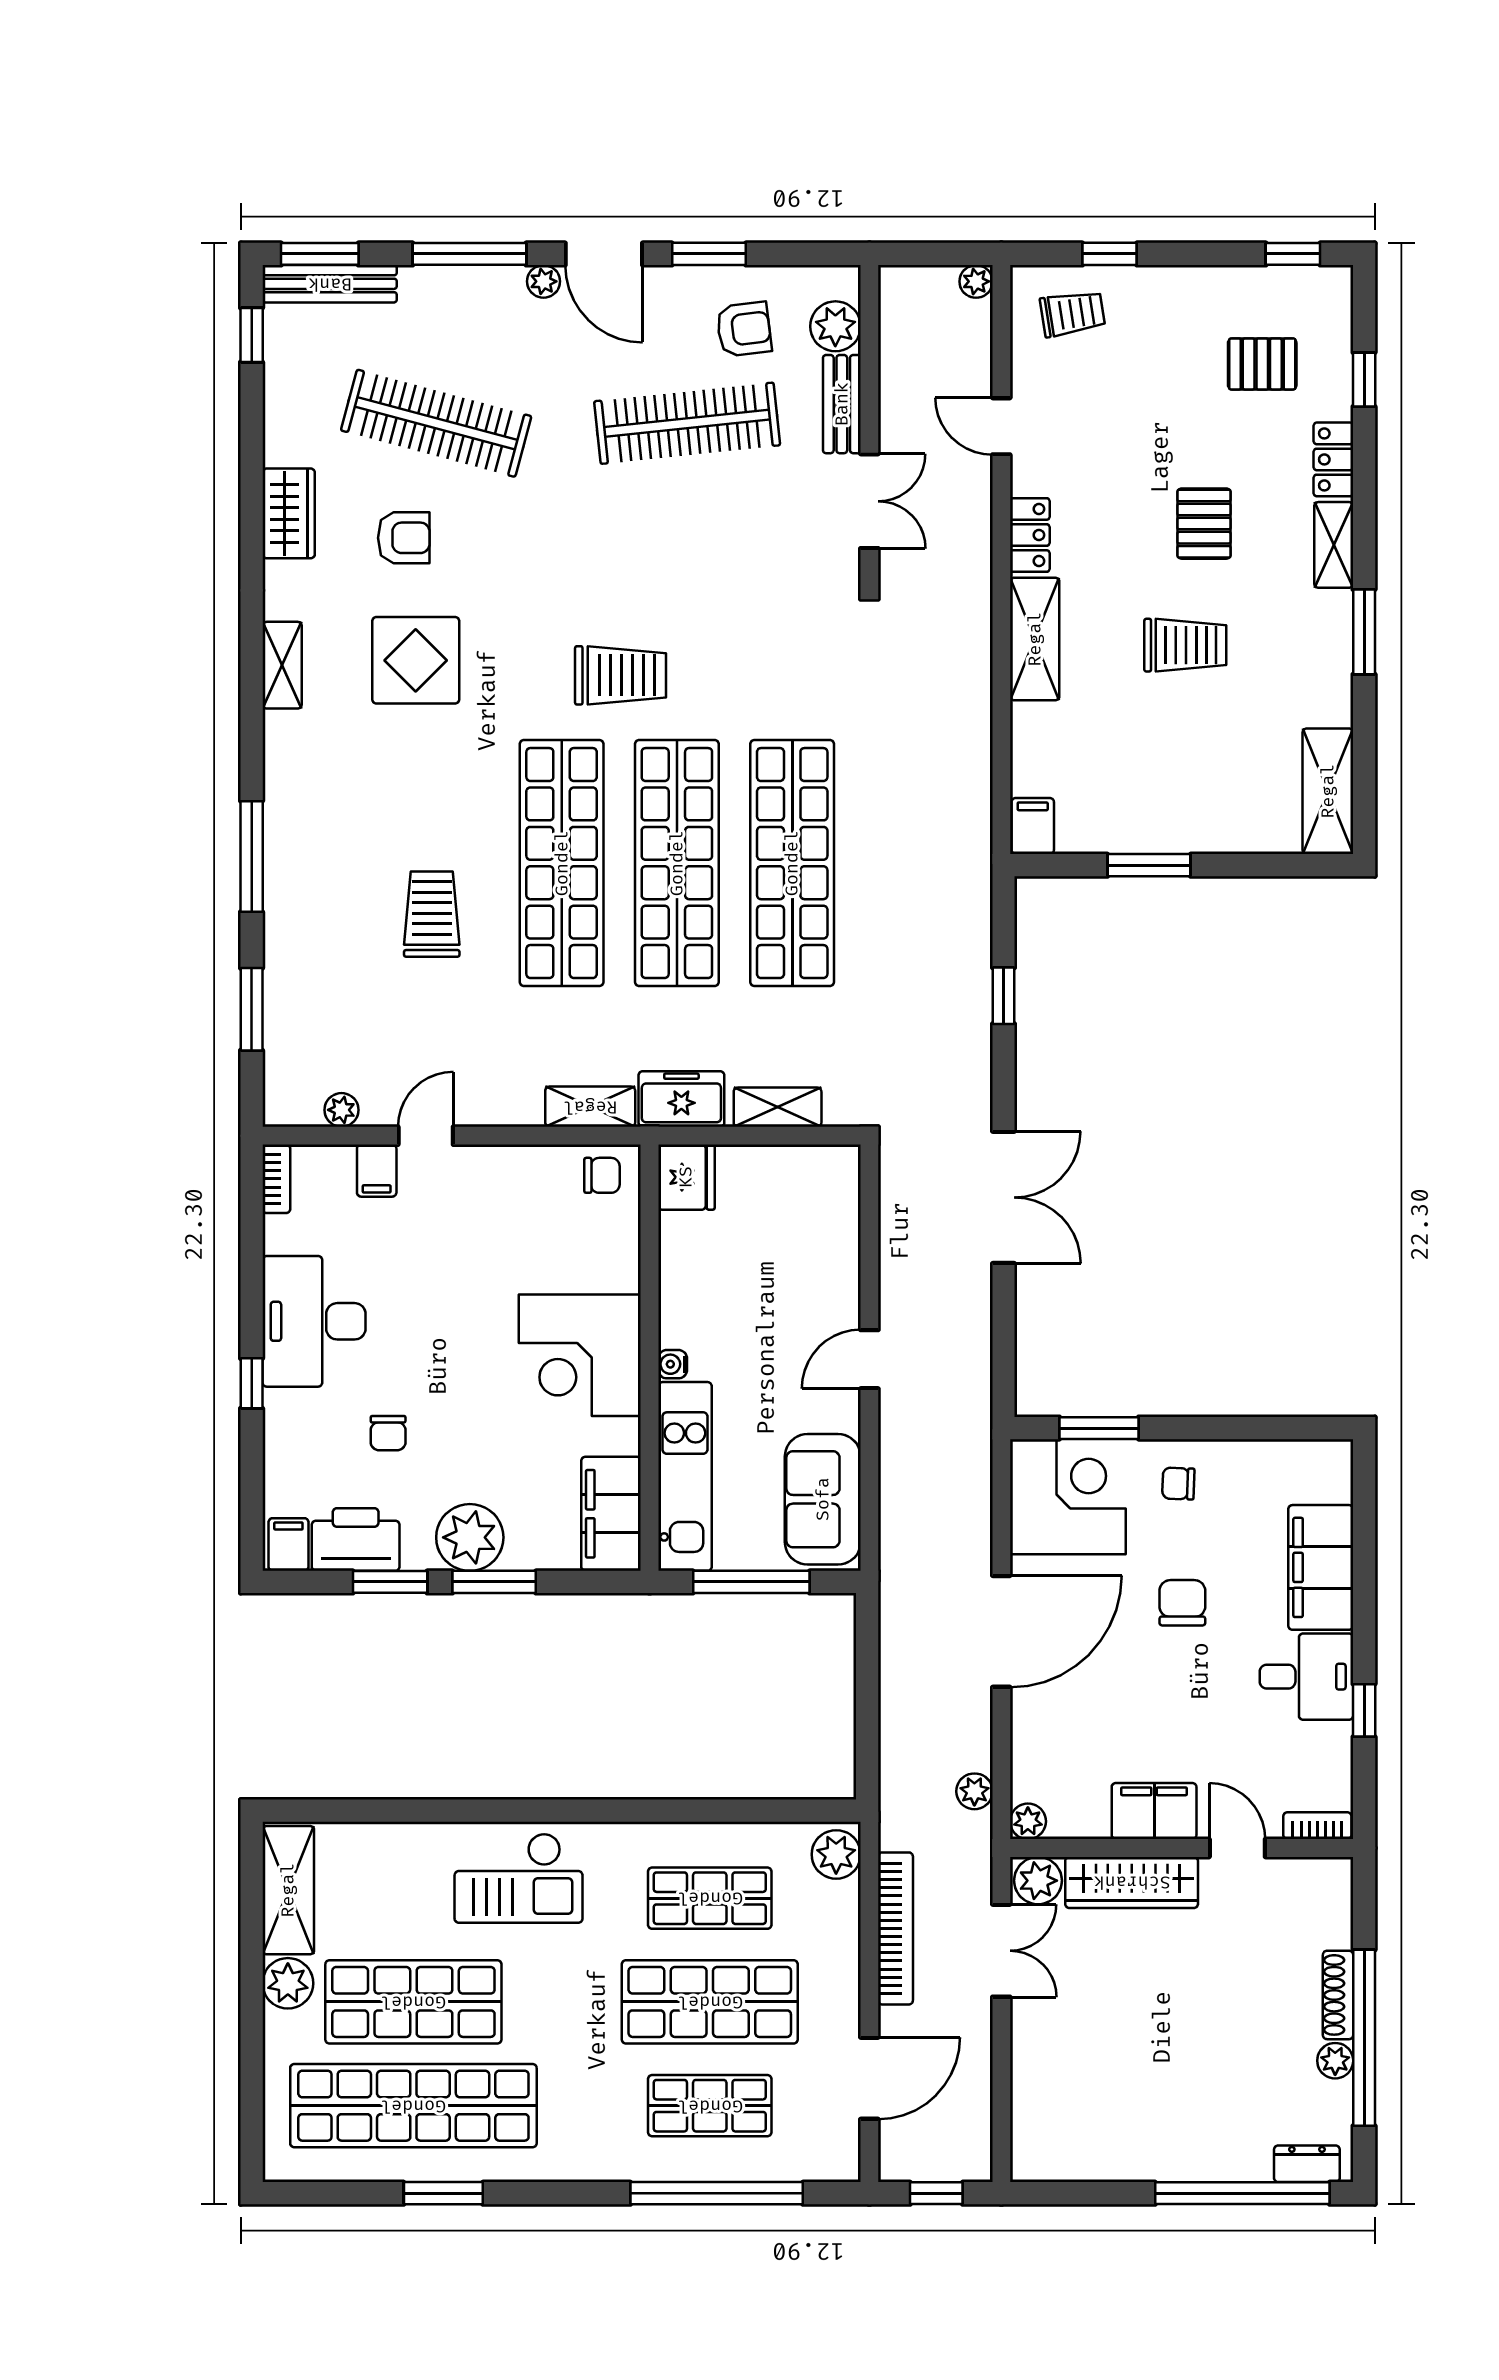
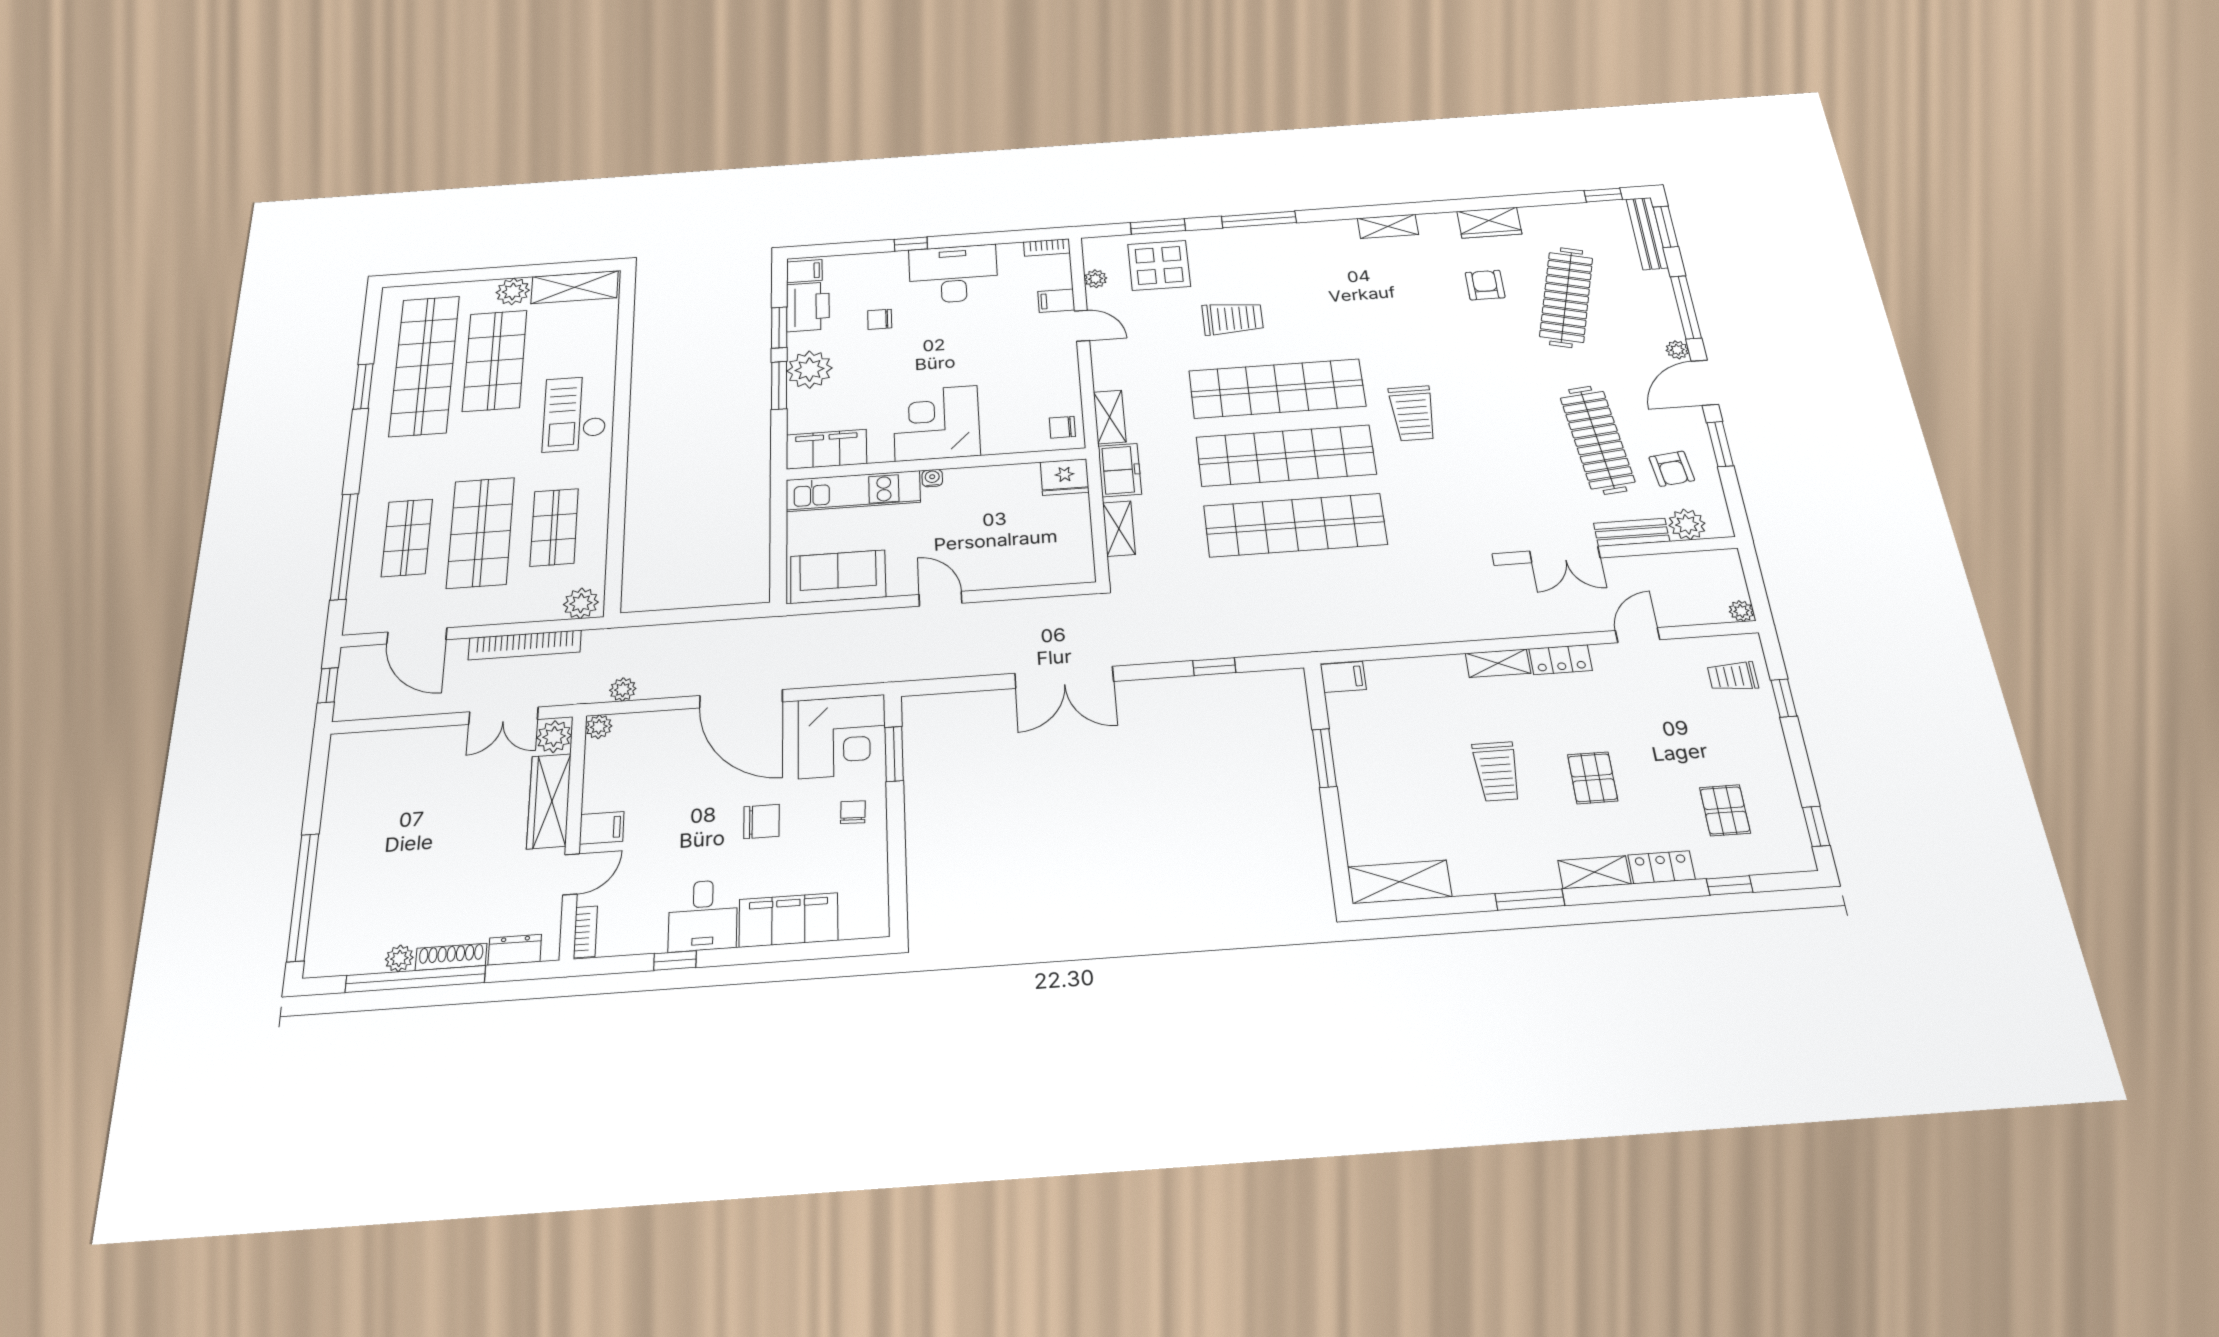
trolley: (1073, 313) -> (1733, 676), turned 99
pallet: (1204, 524) -> (1593, 778), turned 90
armchair: (404, 538) -> (1485, 285), turned 180
shelving: (1035, 639) -> (1498, 663), width x0.67, depth x0.75
display table: (416, 660) -> (1159, 265), moved
chair: (602, 1175) -> (1062, 427), turned 90
window: (751, 1582) -> (778, 537), removed
filing cabinet: (1154, 1811) -> (602, 828), width x0.50
dresser: (1307, 2164) -> (515, 950), moved, turned -90

